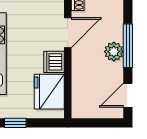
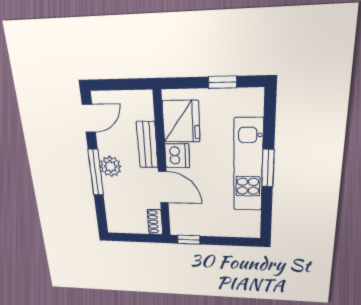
door: (68, 33) -> (163, 187), swing flipped
bench: (79, 72) -> (147, 145), added

